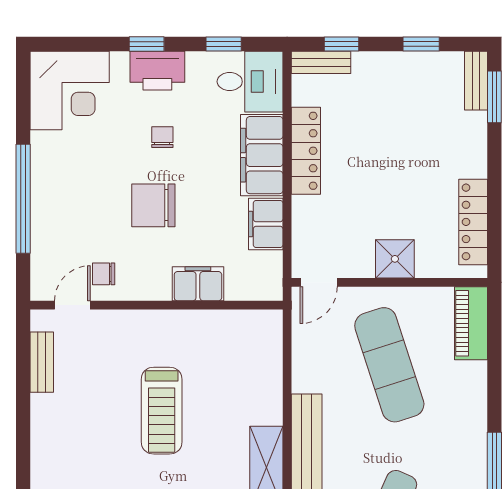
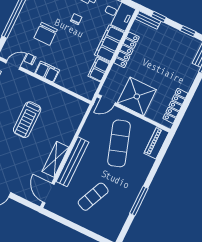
chair: (153, 205) -> (46, 34), moved, turned -90
shower: (395, 259) -> (137, 96), width x1.86, depth x1.86
filing cabinet: (198, 284) -> (47, 72), moved

